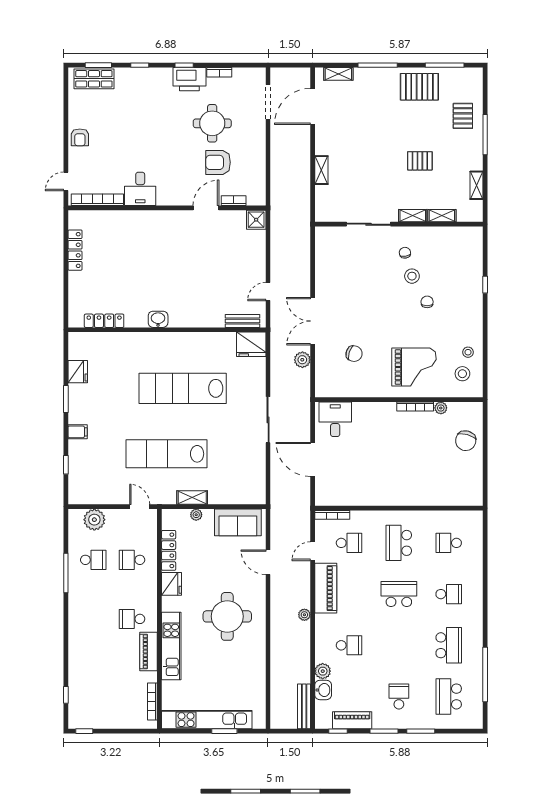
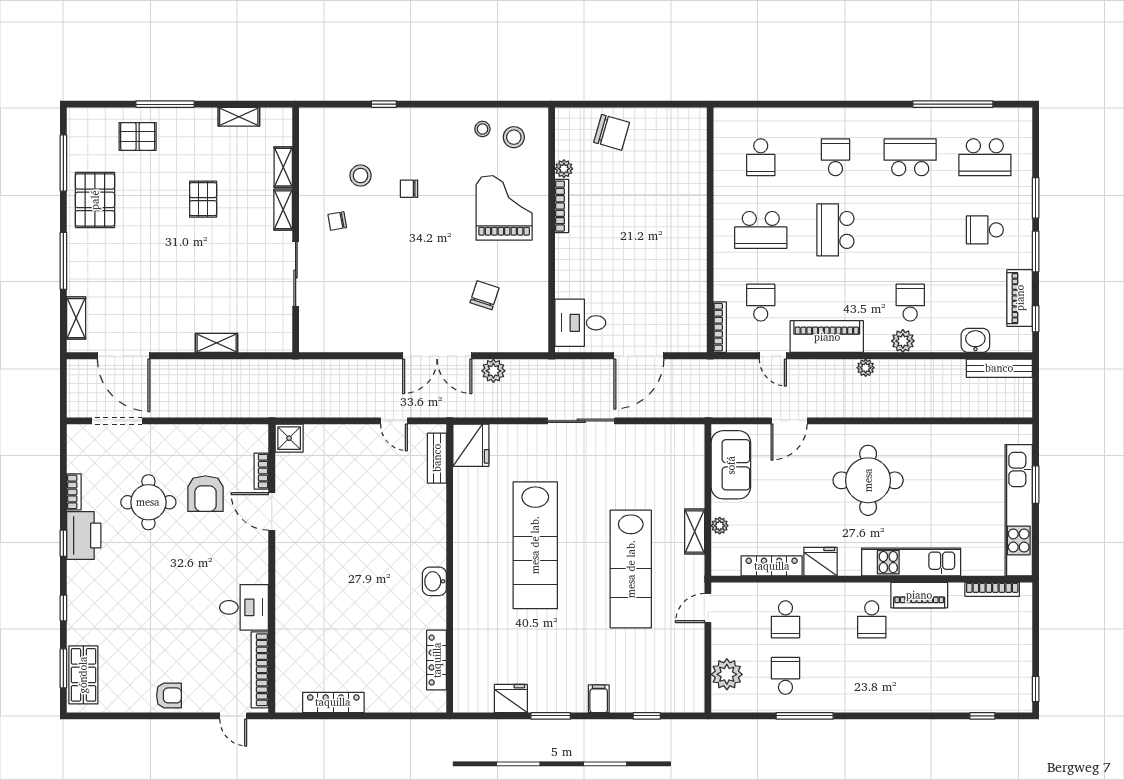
stool: (412, 276) -> (361, 175), moved
plant: (323, 671) -> (903, 341), moved

